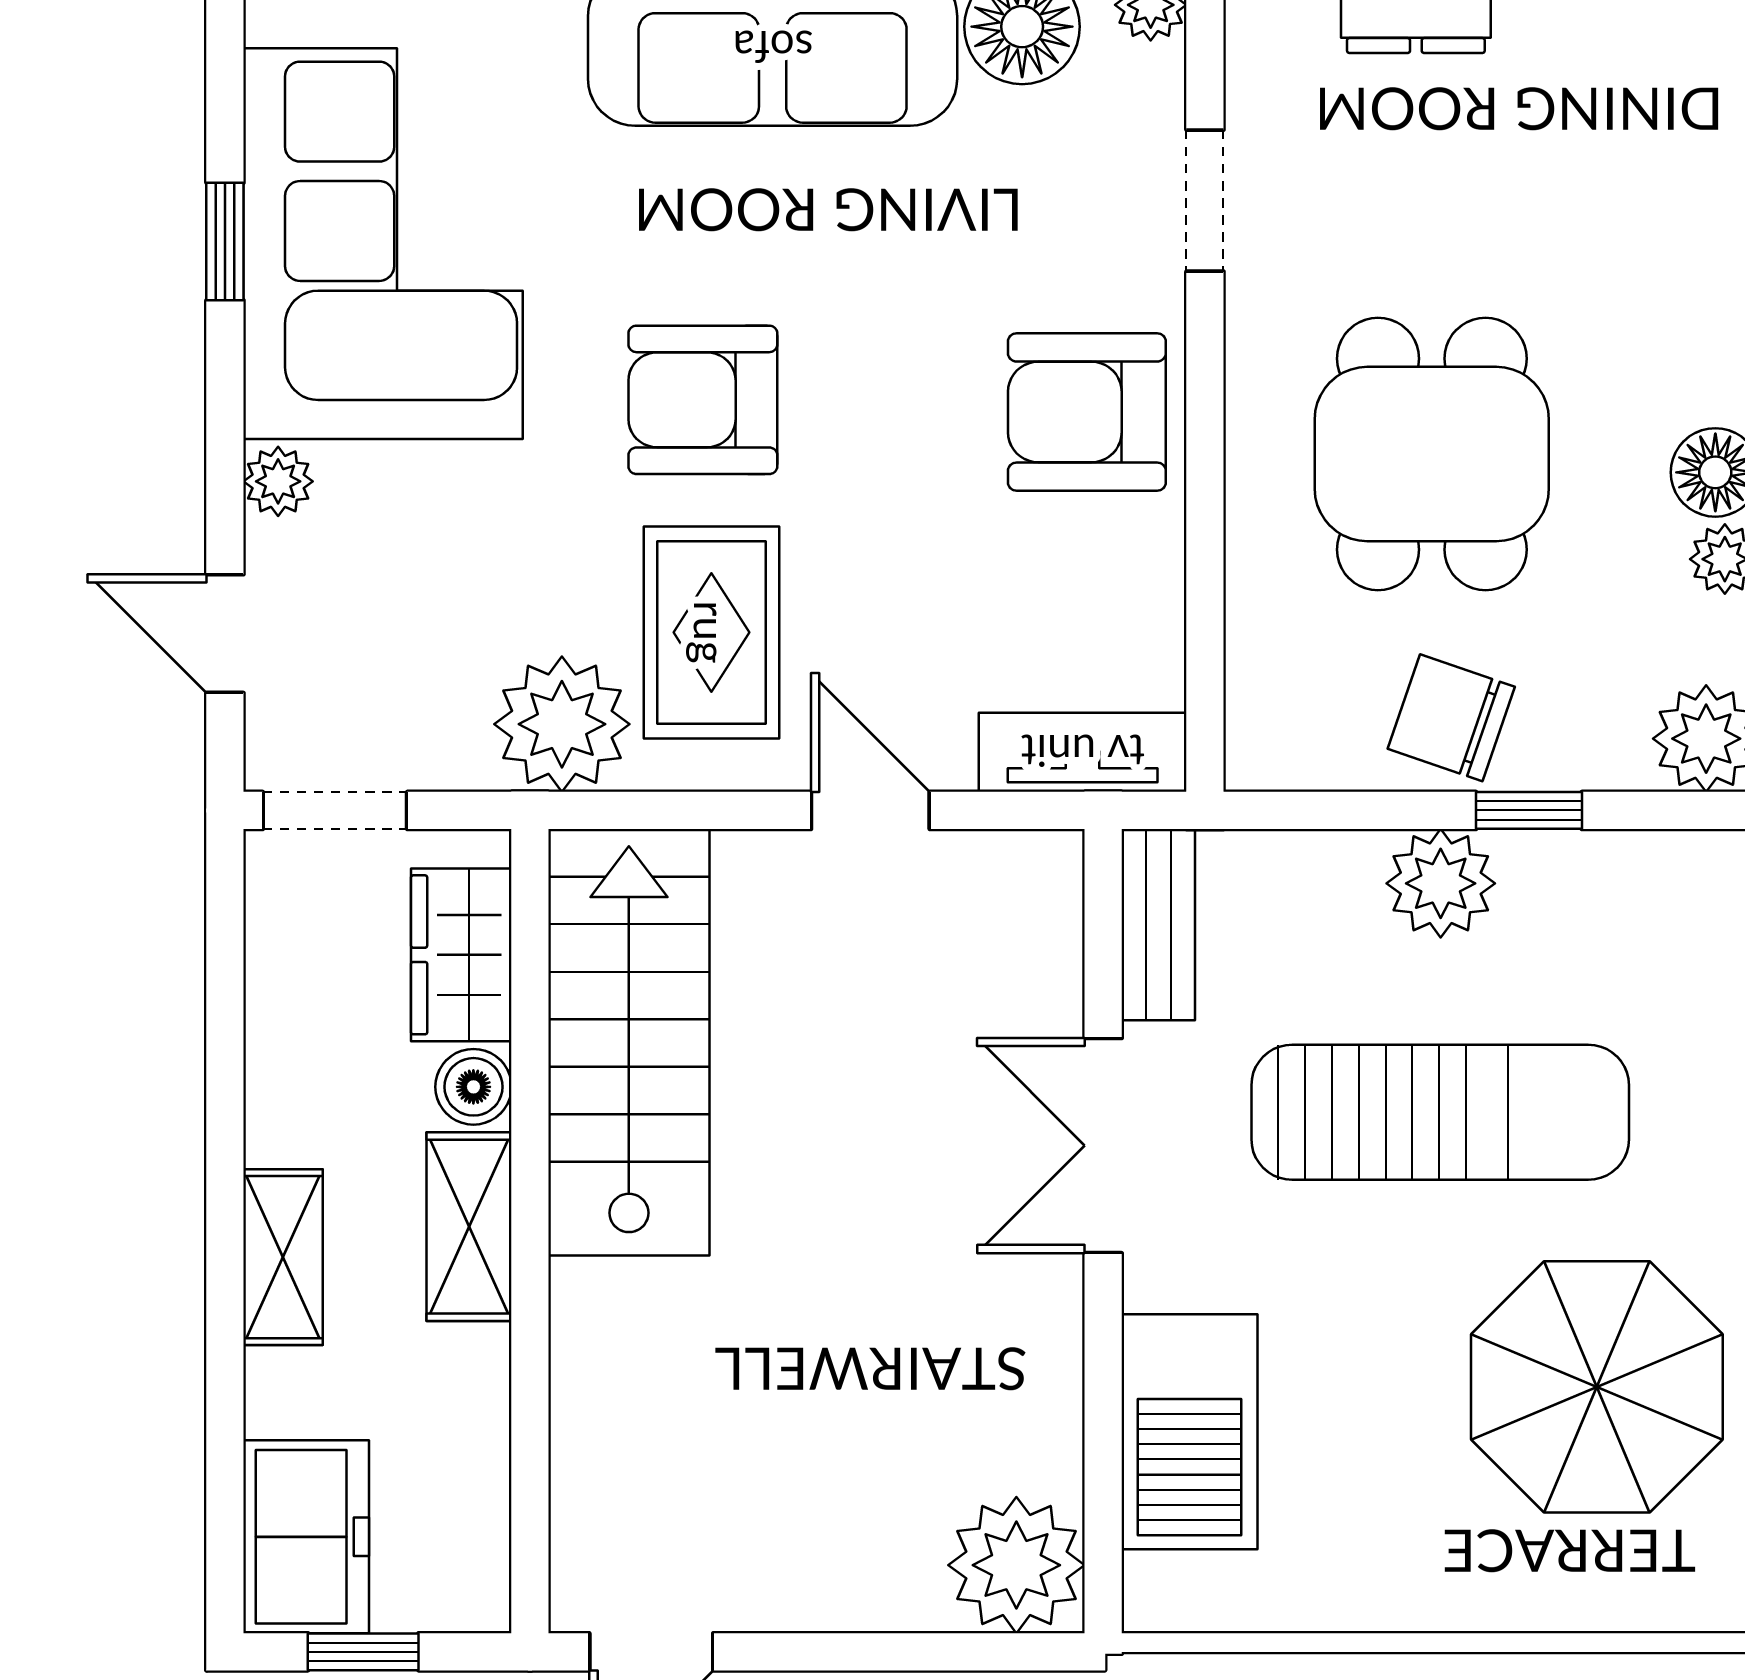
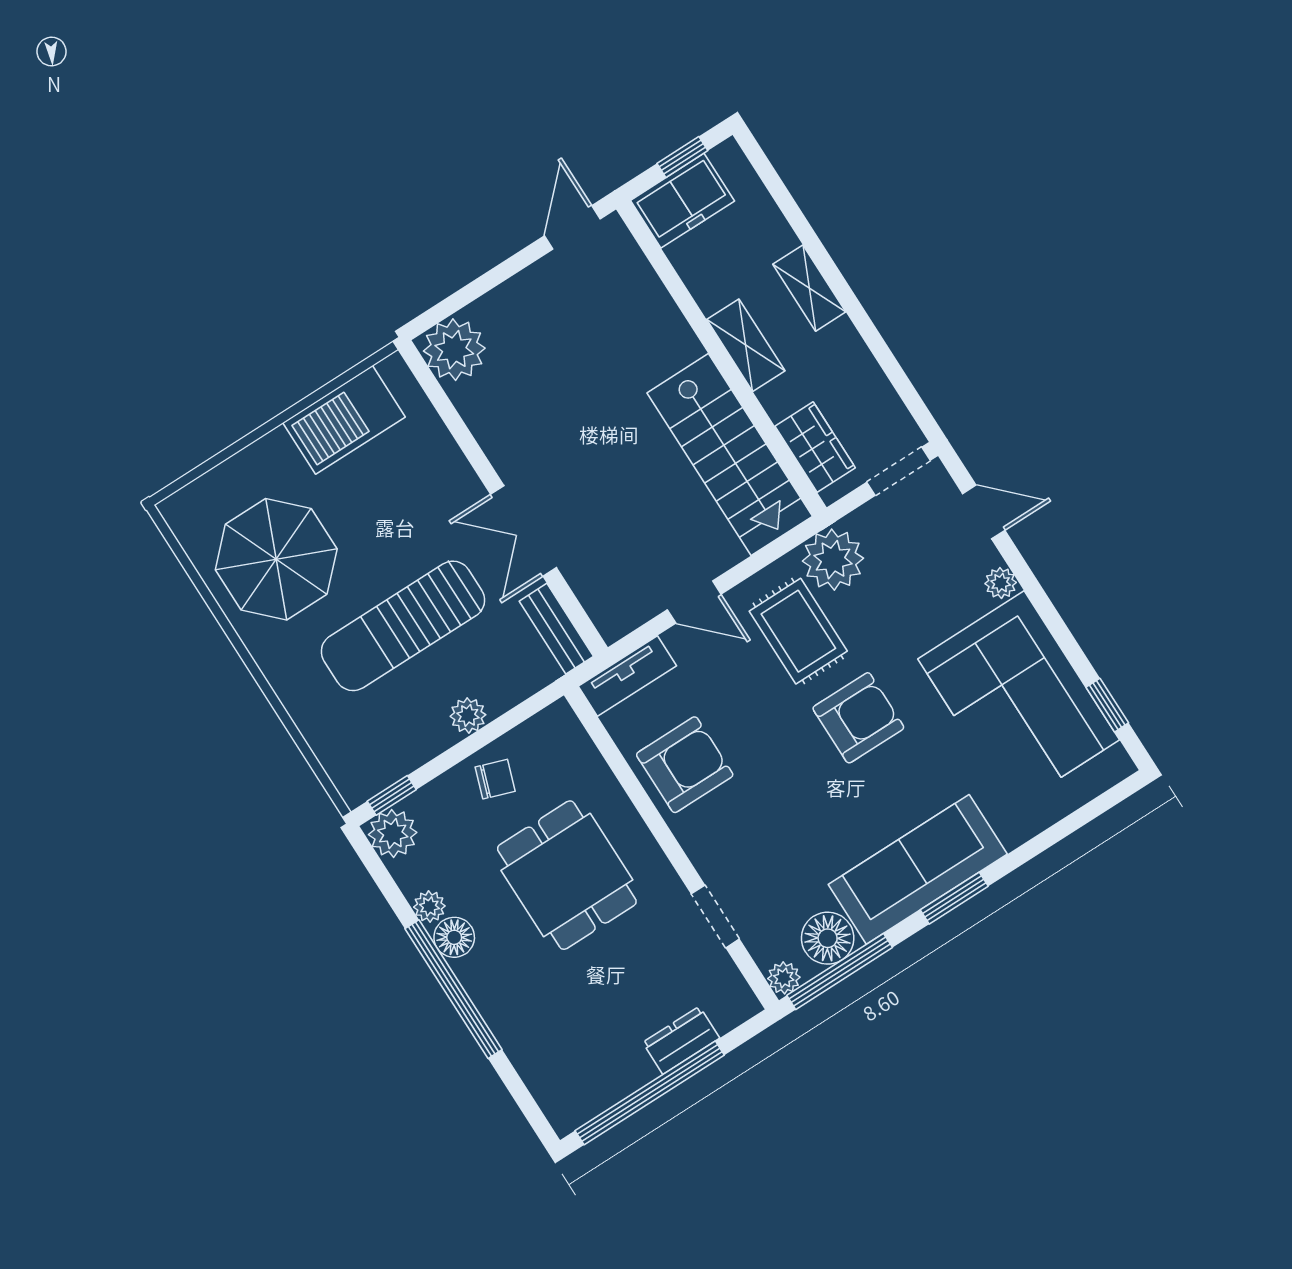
window: (225, 241) -> (1107, 705), moved
armchair: (1087, 412) -> (685, 765), moved
chair: (1451, 718) -> (495, 779), width x0.73, depth x0.73
window: (1529, 810) -> (392, 795), moved
plant: (1441, 883) -> (468, 715), width x0.73, depth x0.73
boiler: (473, 1087) -> (778, 400), removed
double door: (1103, 1146) -> (523, 531), swing flipped
barbecue: (1190, 1432) -> (344, 420), moved, turned -90
freezer: (306, 1537) -> (682, 201), moved, turned -90

